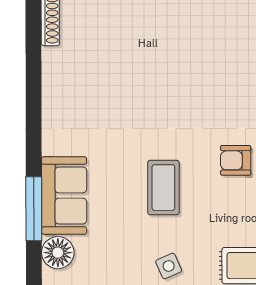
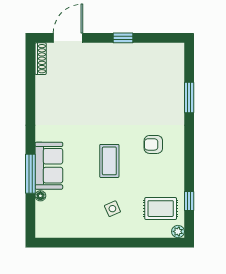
floor lamp: (58, 253) -> (40, 196), width x0.53, depth x0.53

